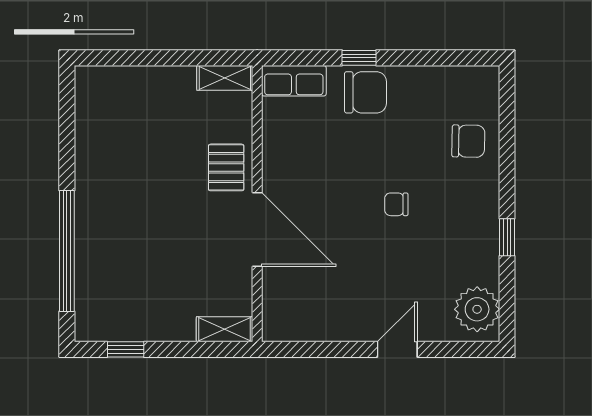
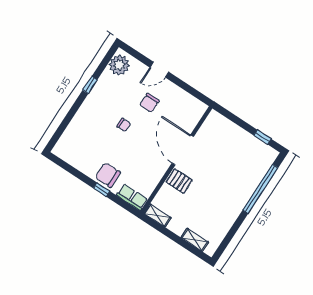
chair: (468, 141) -> (149, 103), moved, turned -91
pallet: (226, 167) -> (179, 181), turned 90
shelving: (225, 329) -> (195, 240), moved

